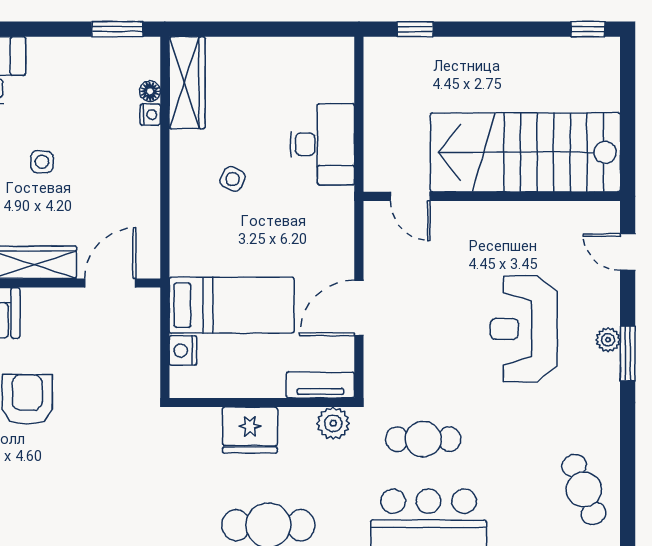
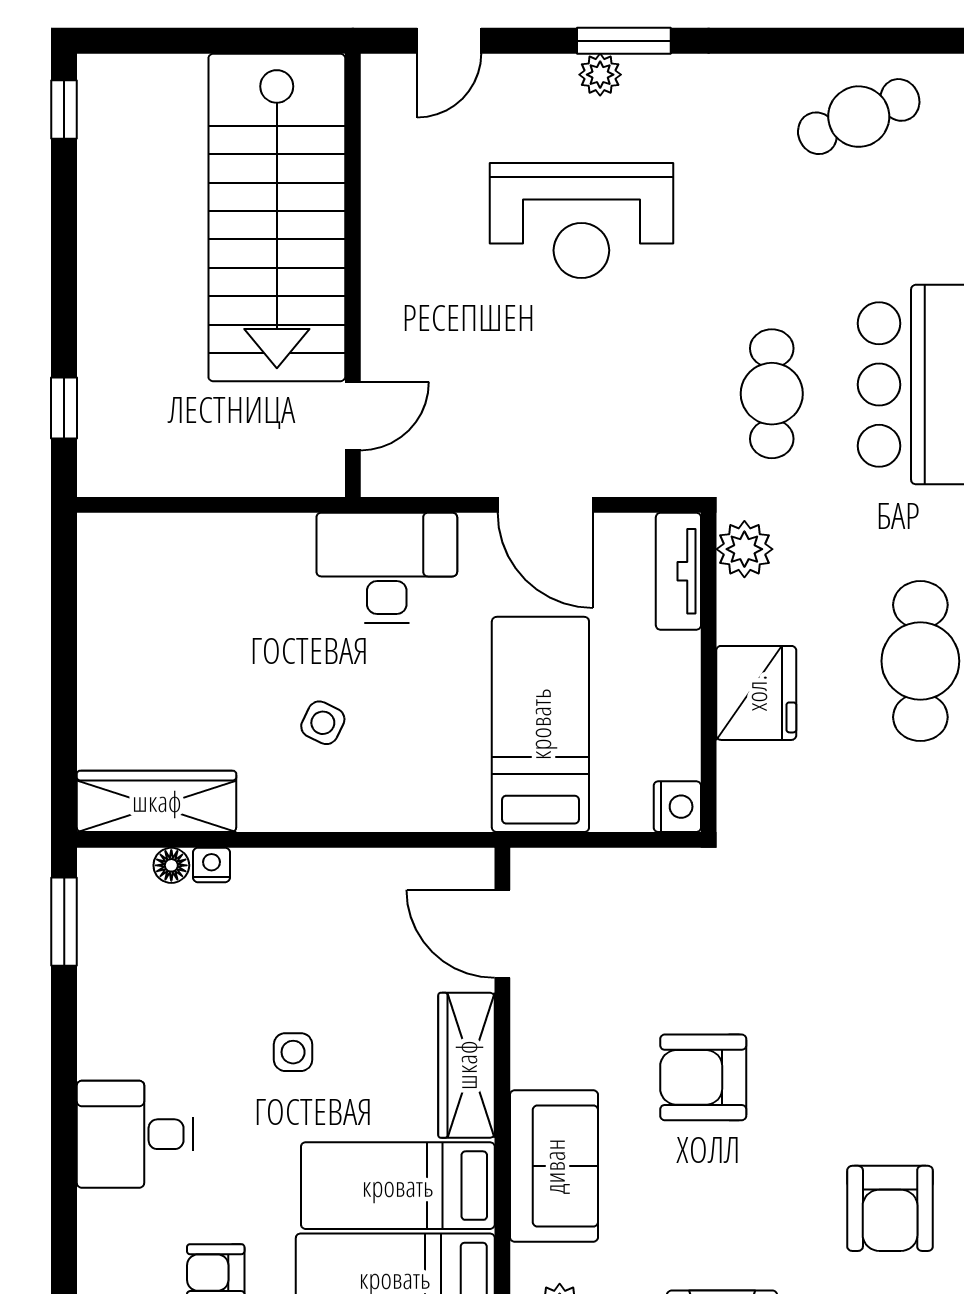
desk: (322, 144) -> (387, 568), moved
nightstand: (183, 350) -> (677, 807), moved, turned -90

